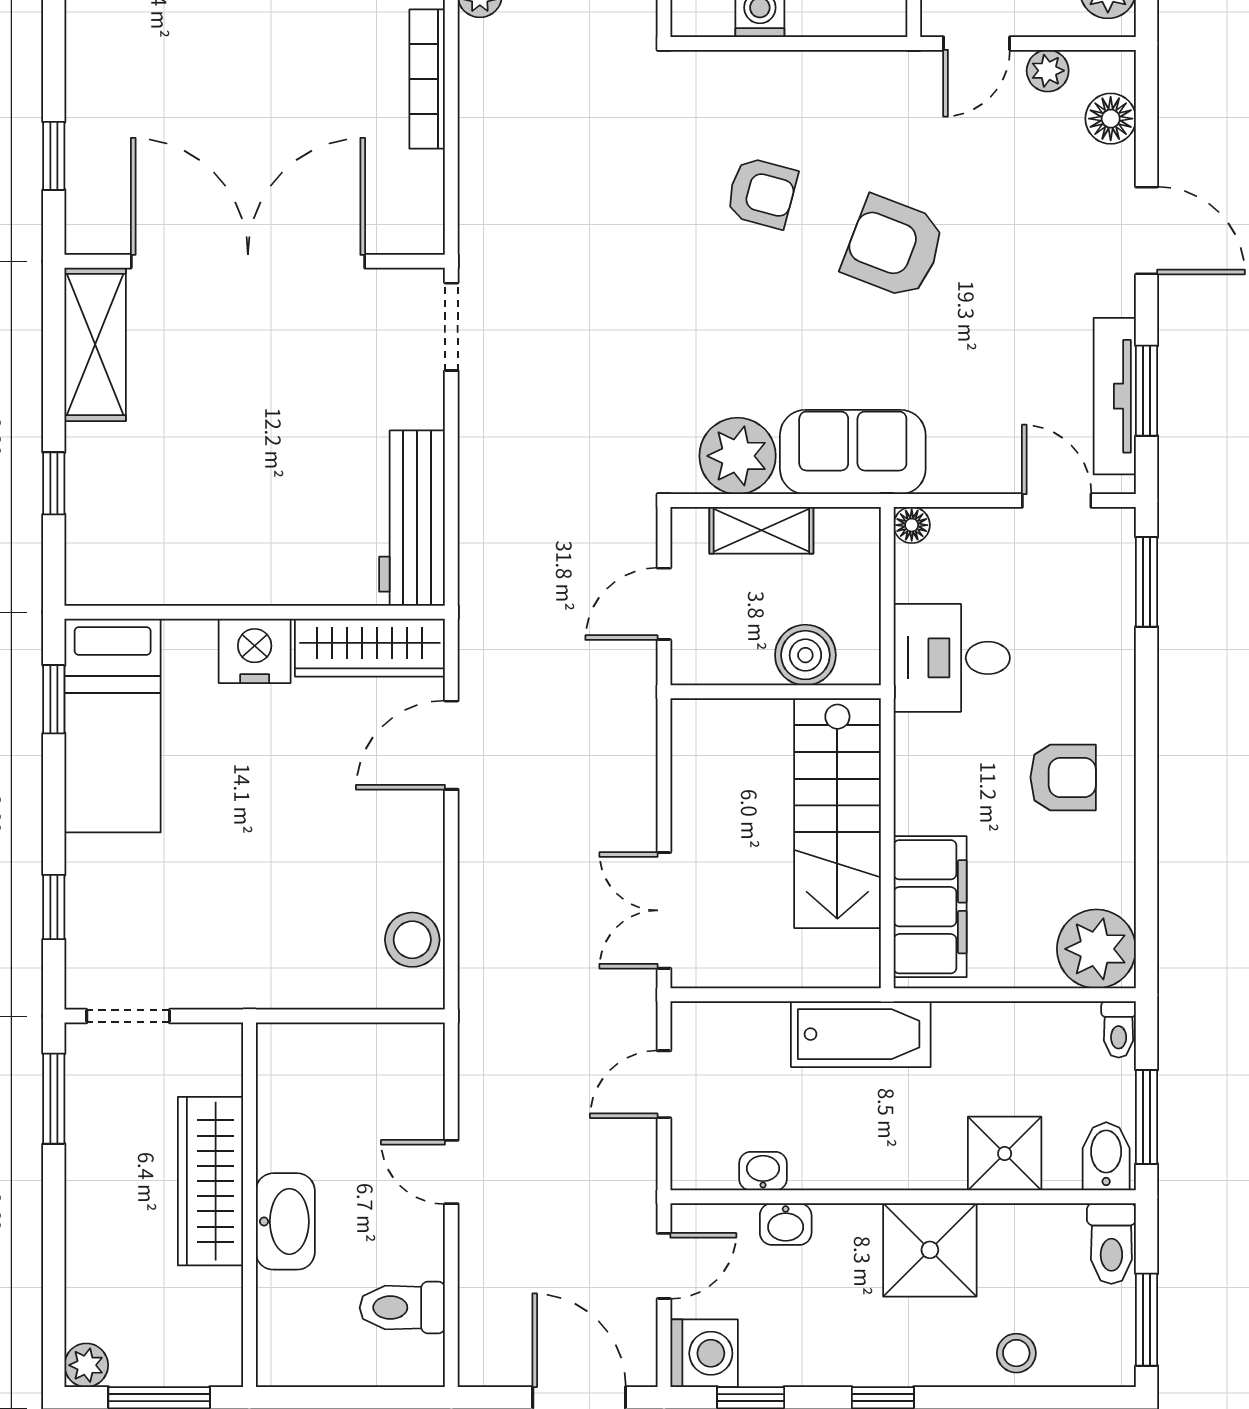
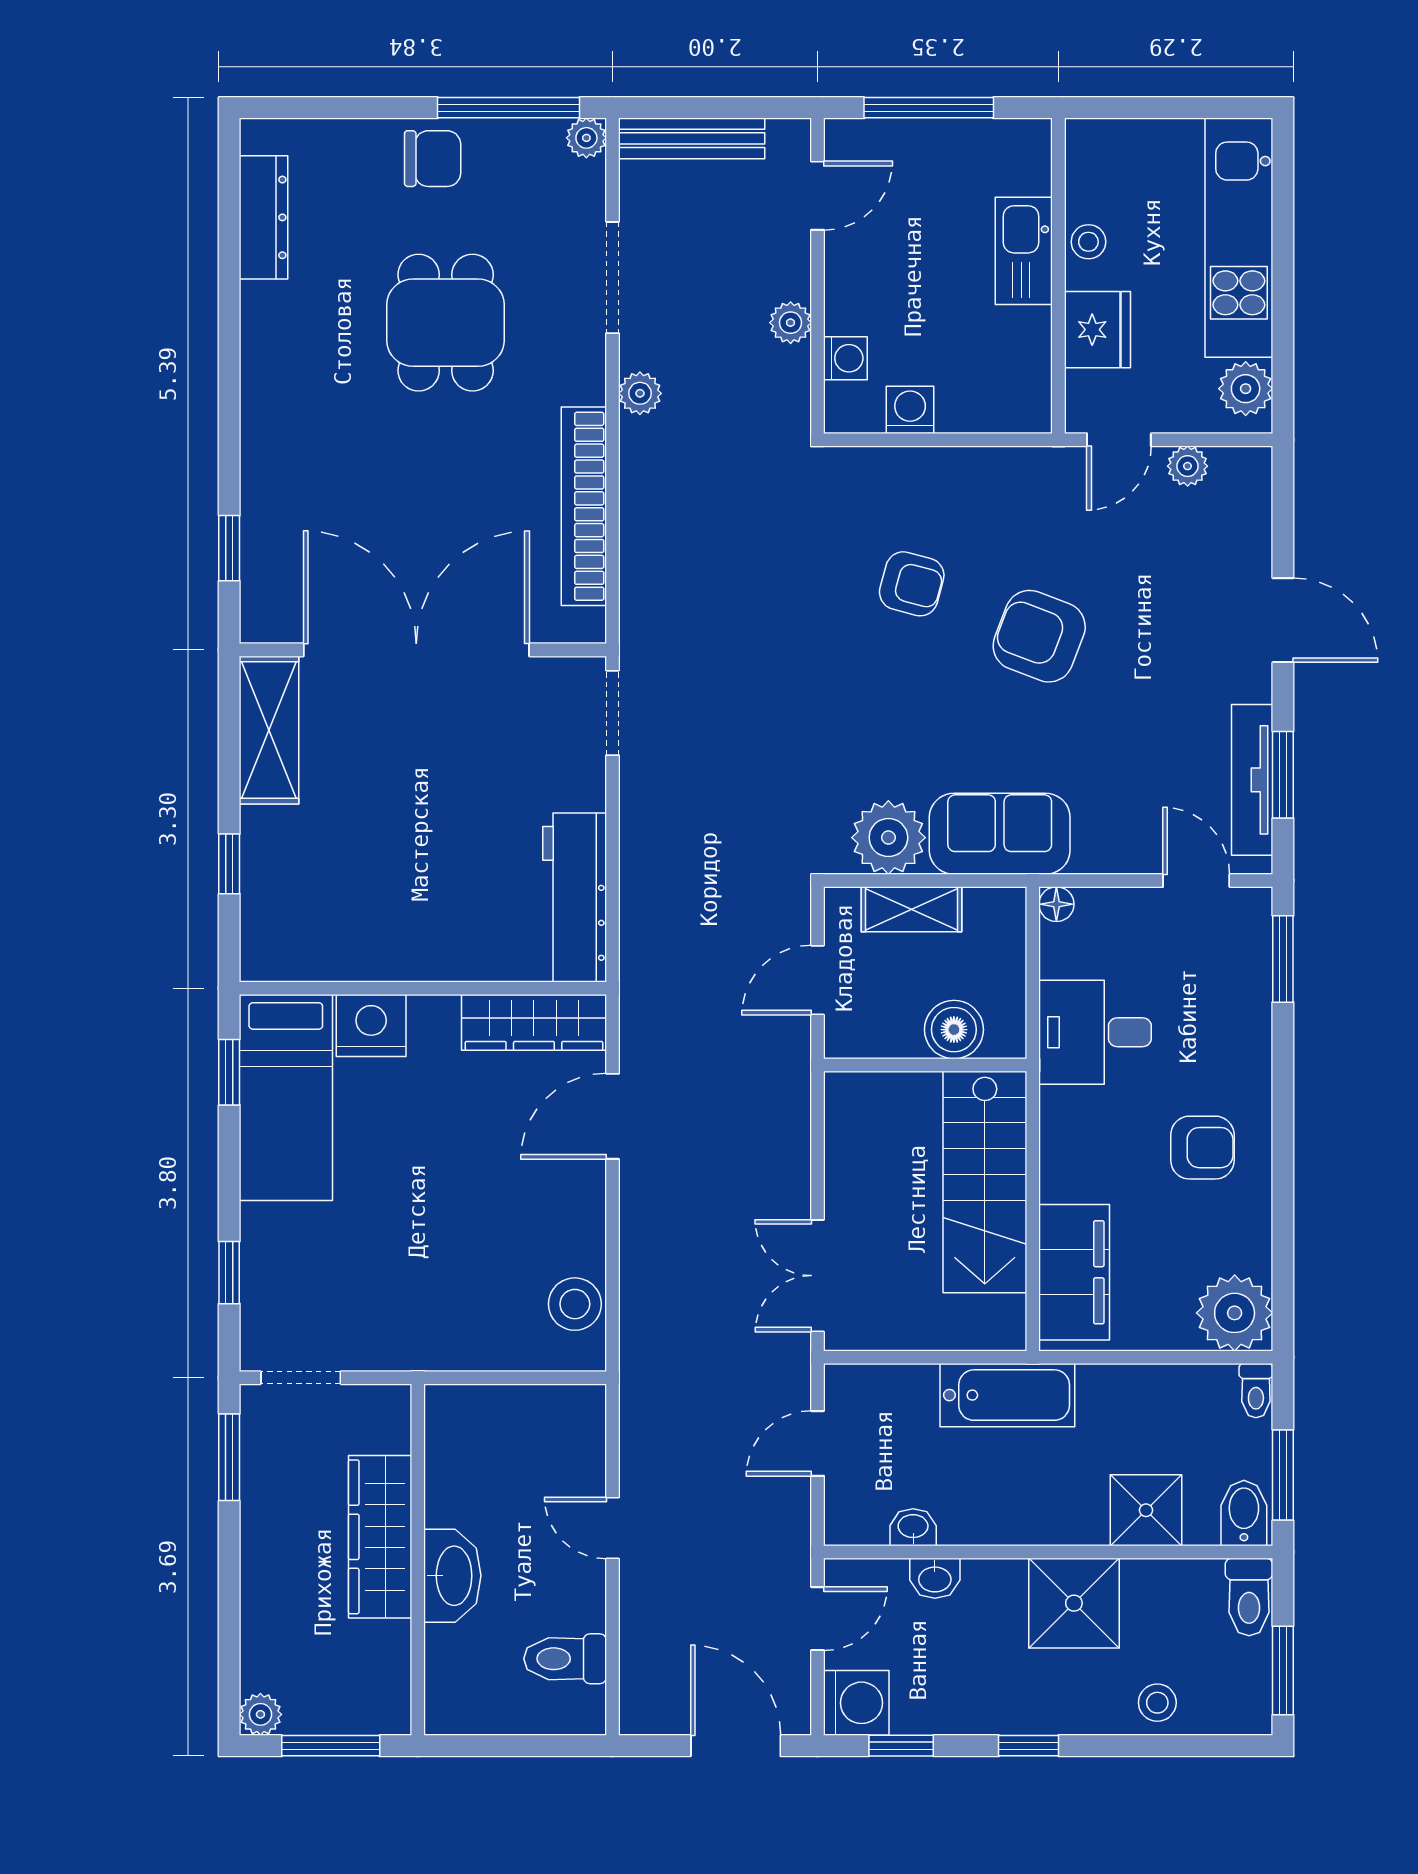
bookcase: (427, 79) -> (584, 506), width x1.48, depth x1.31
floor lamp: (1111, 119) -> (1248, 512), removed
nightstand: (255, 651) -> (371, 1025), moved

